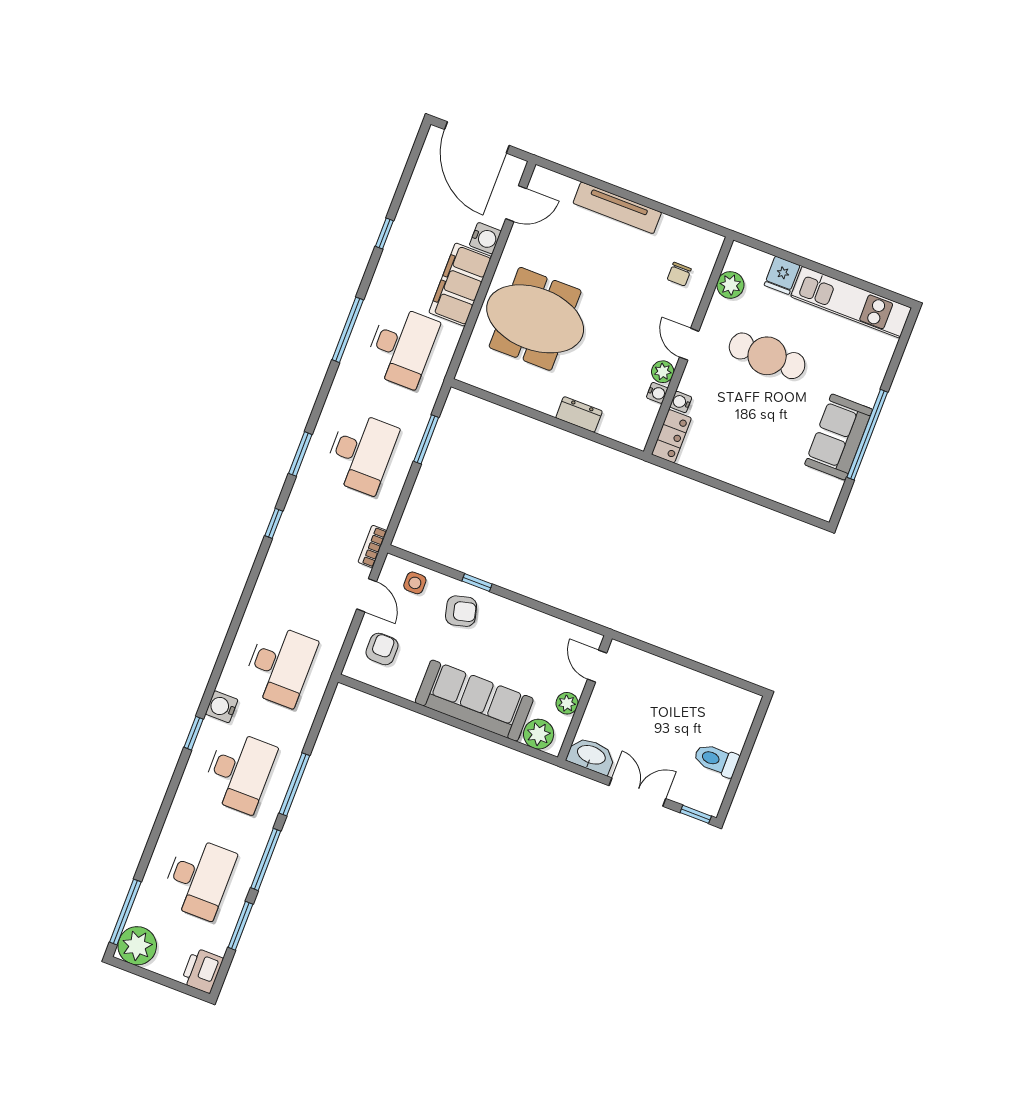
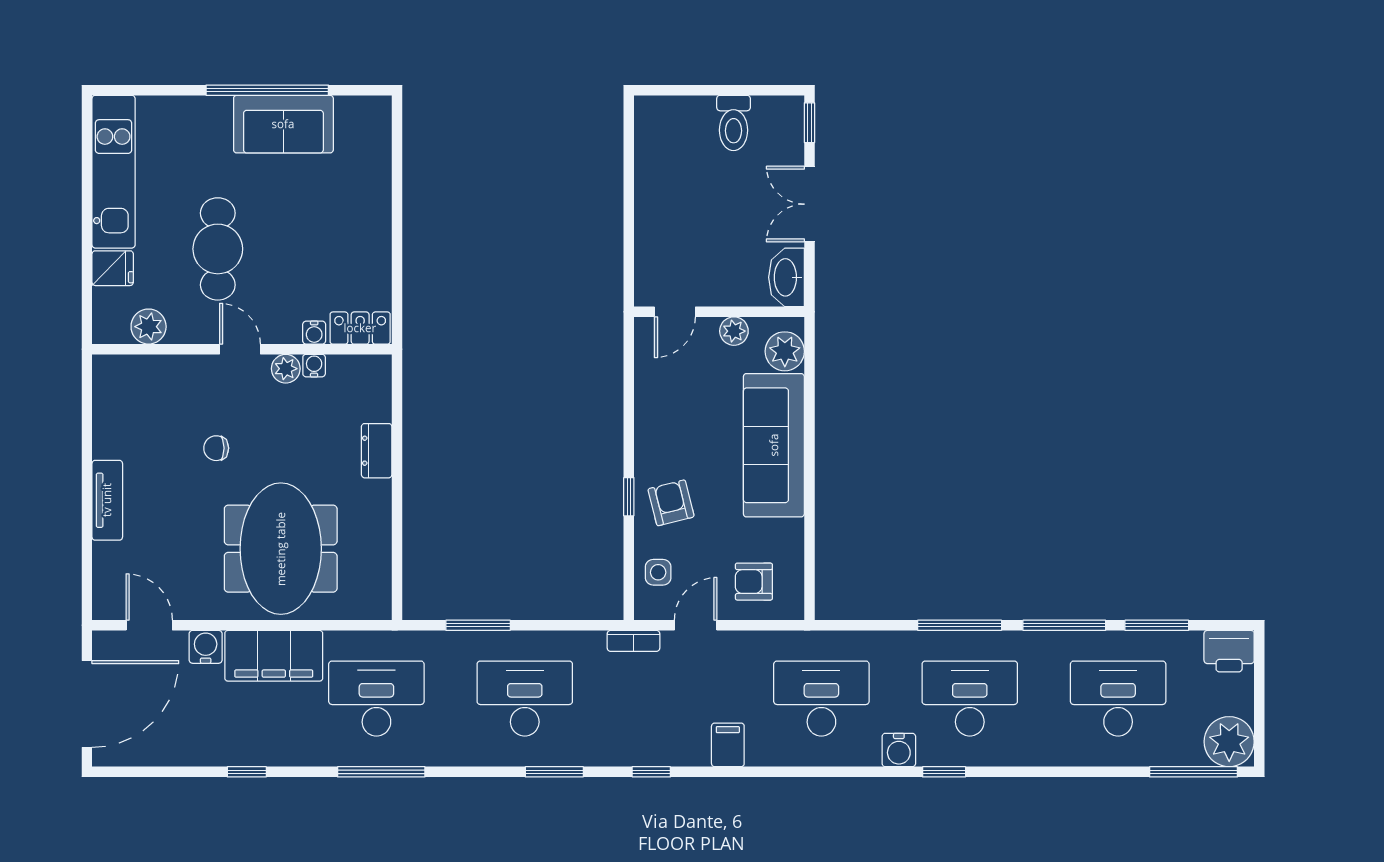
tv unit: (617, 208) -> (107, 500), width x0.71
chair: (679, 274) -> (216, 448), moved, turned 180
door: (689, 344) -> (240, 349), swing flipped
filing cabinet: (272, 586) -> (728, 745), added

